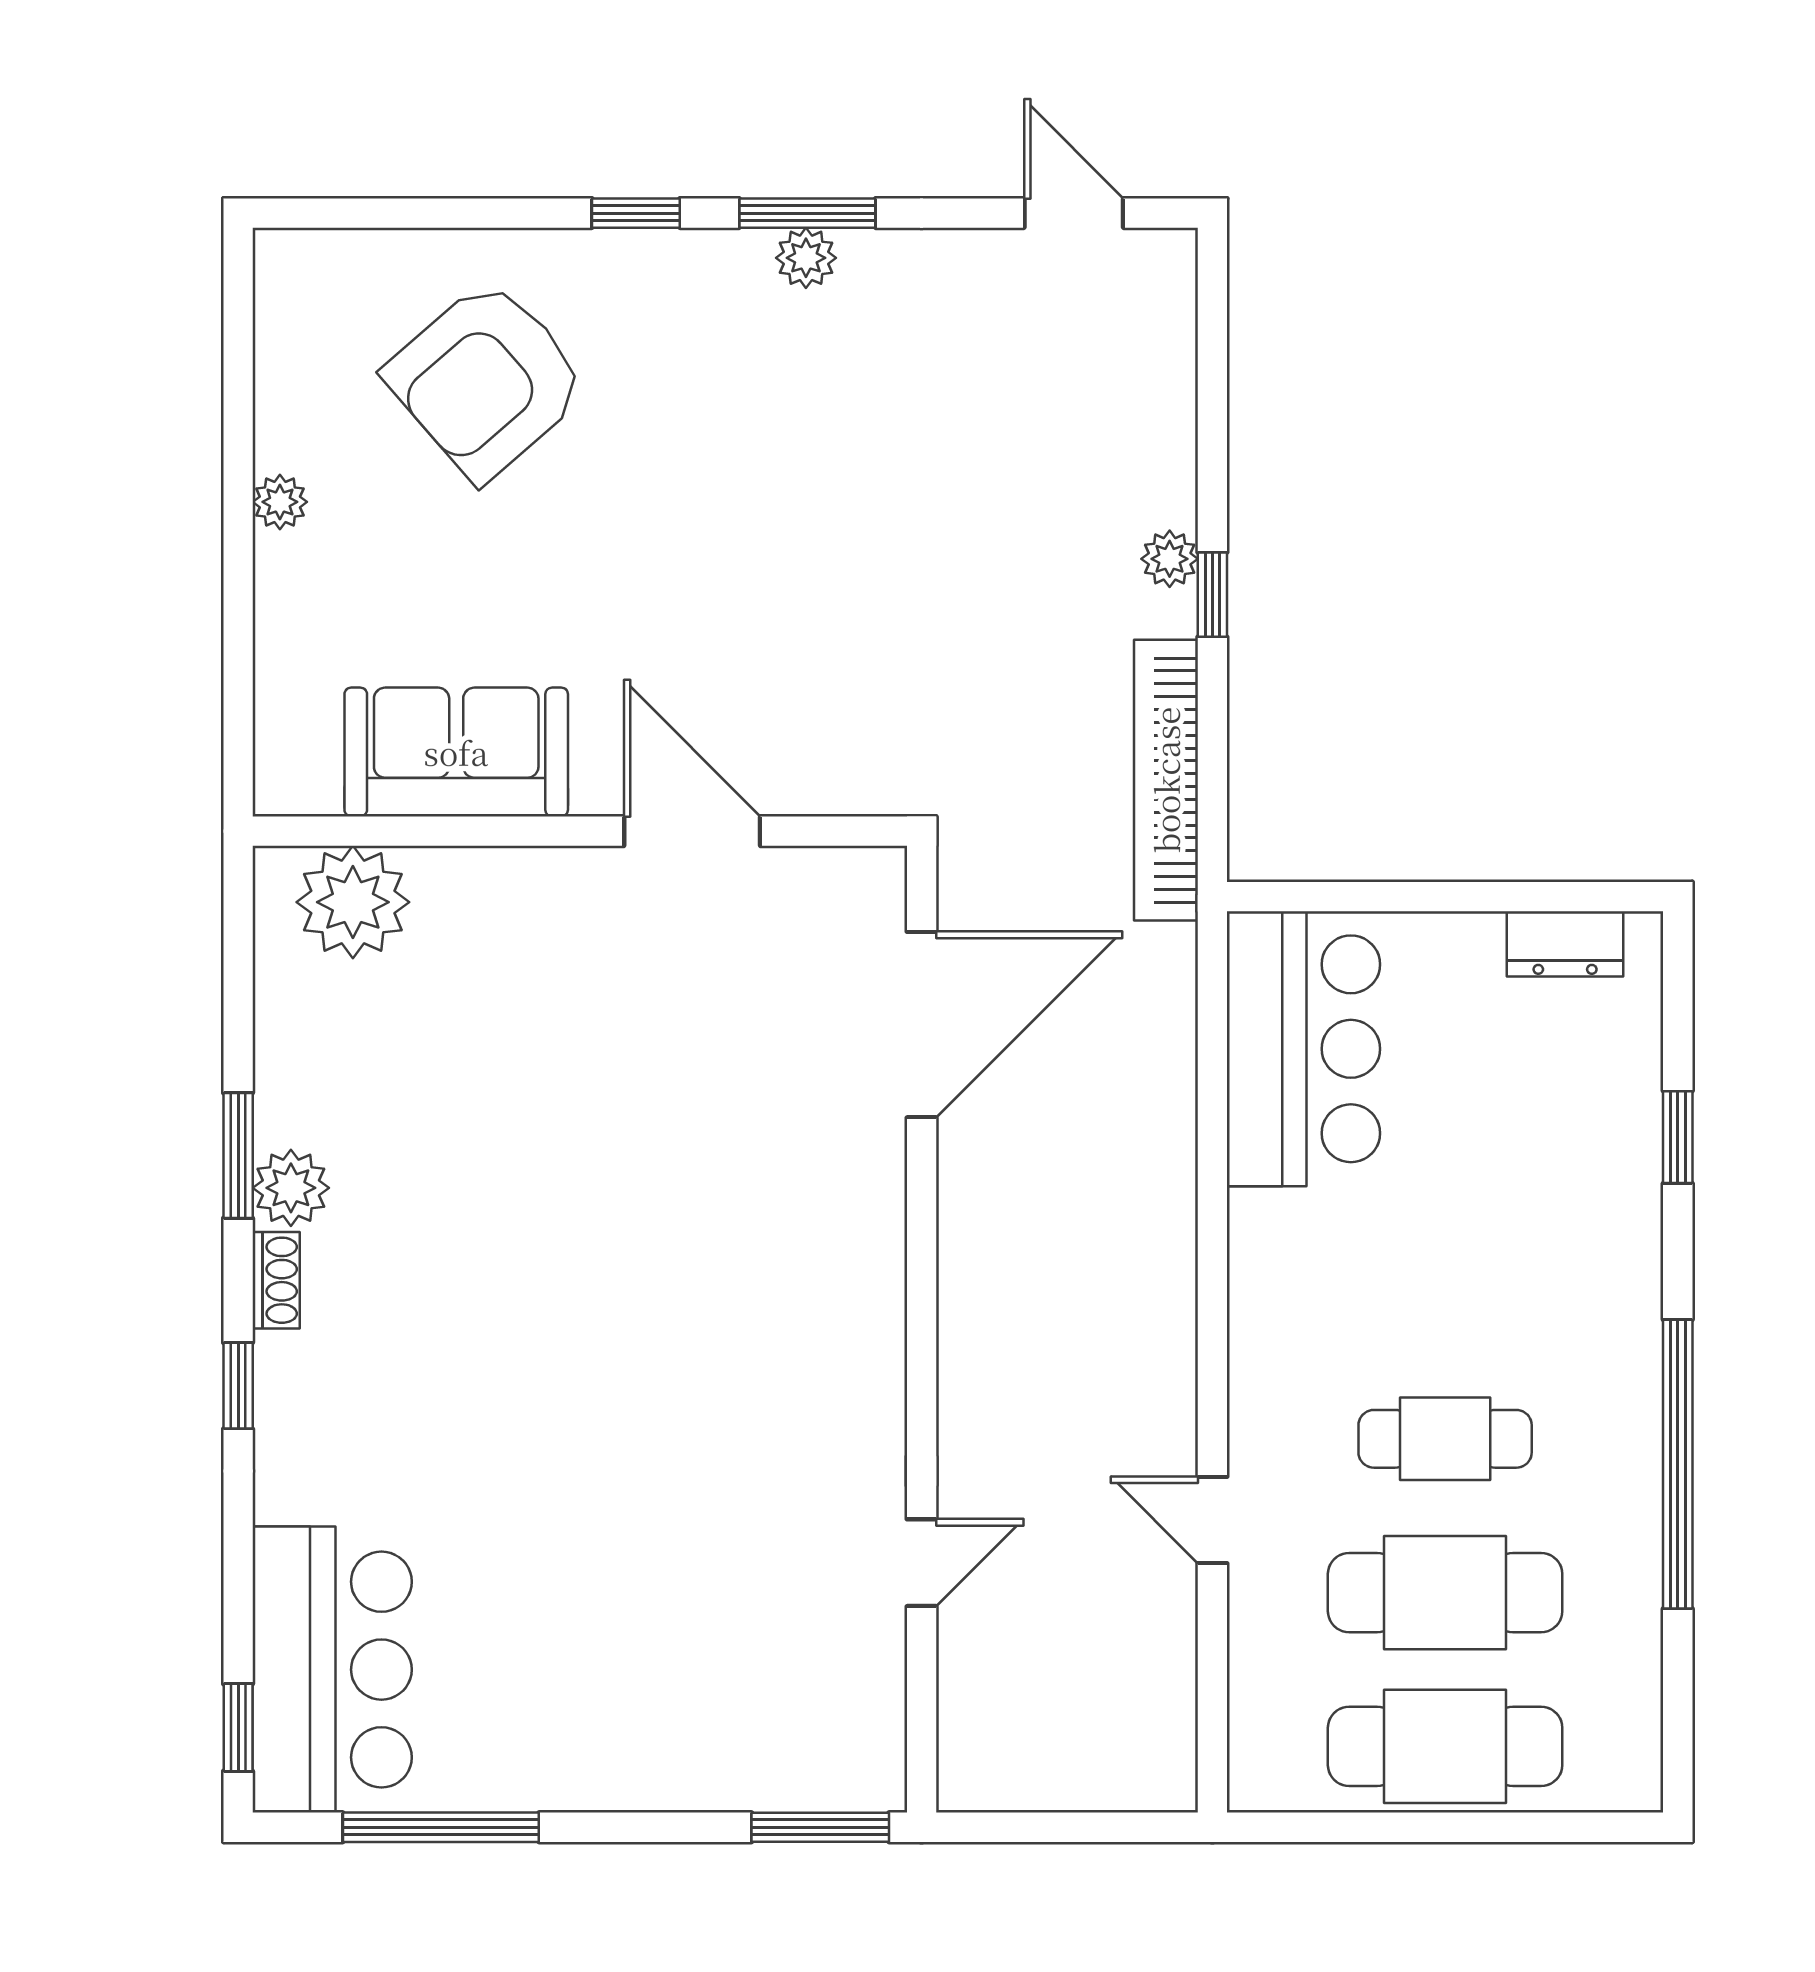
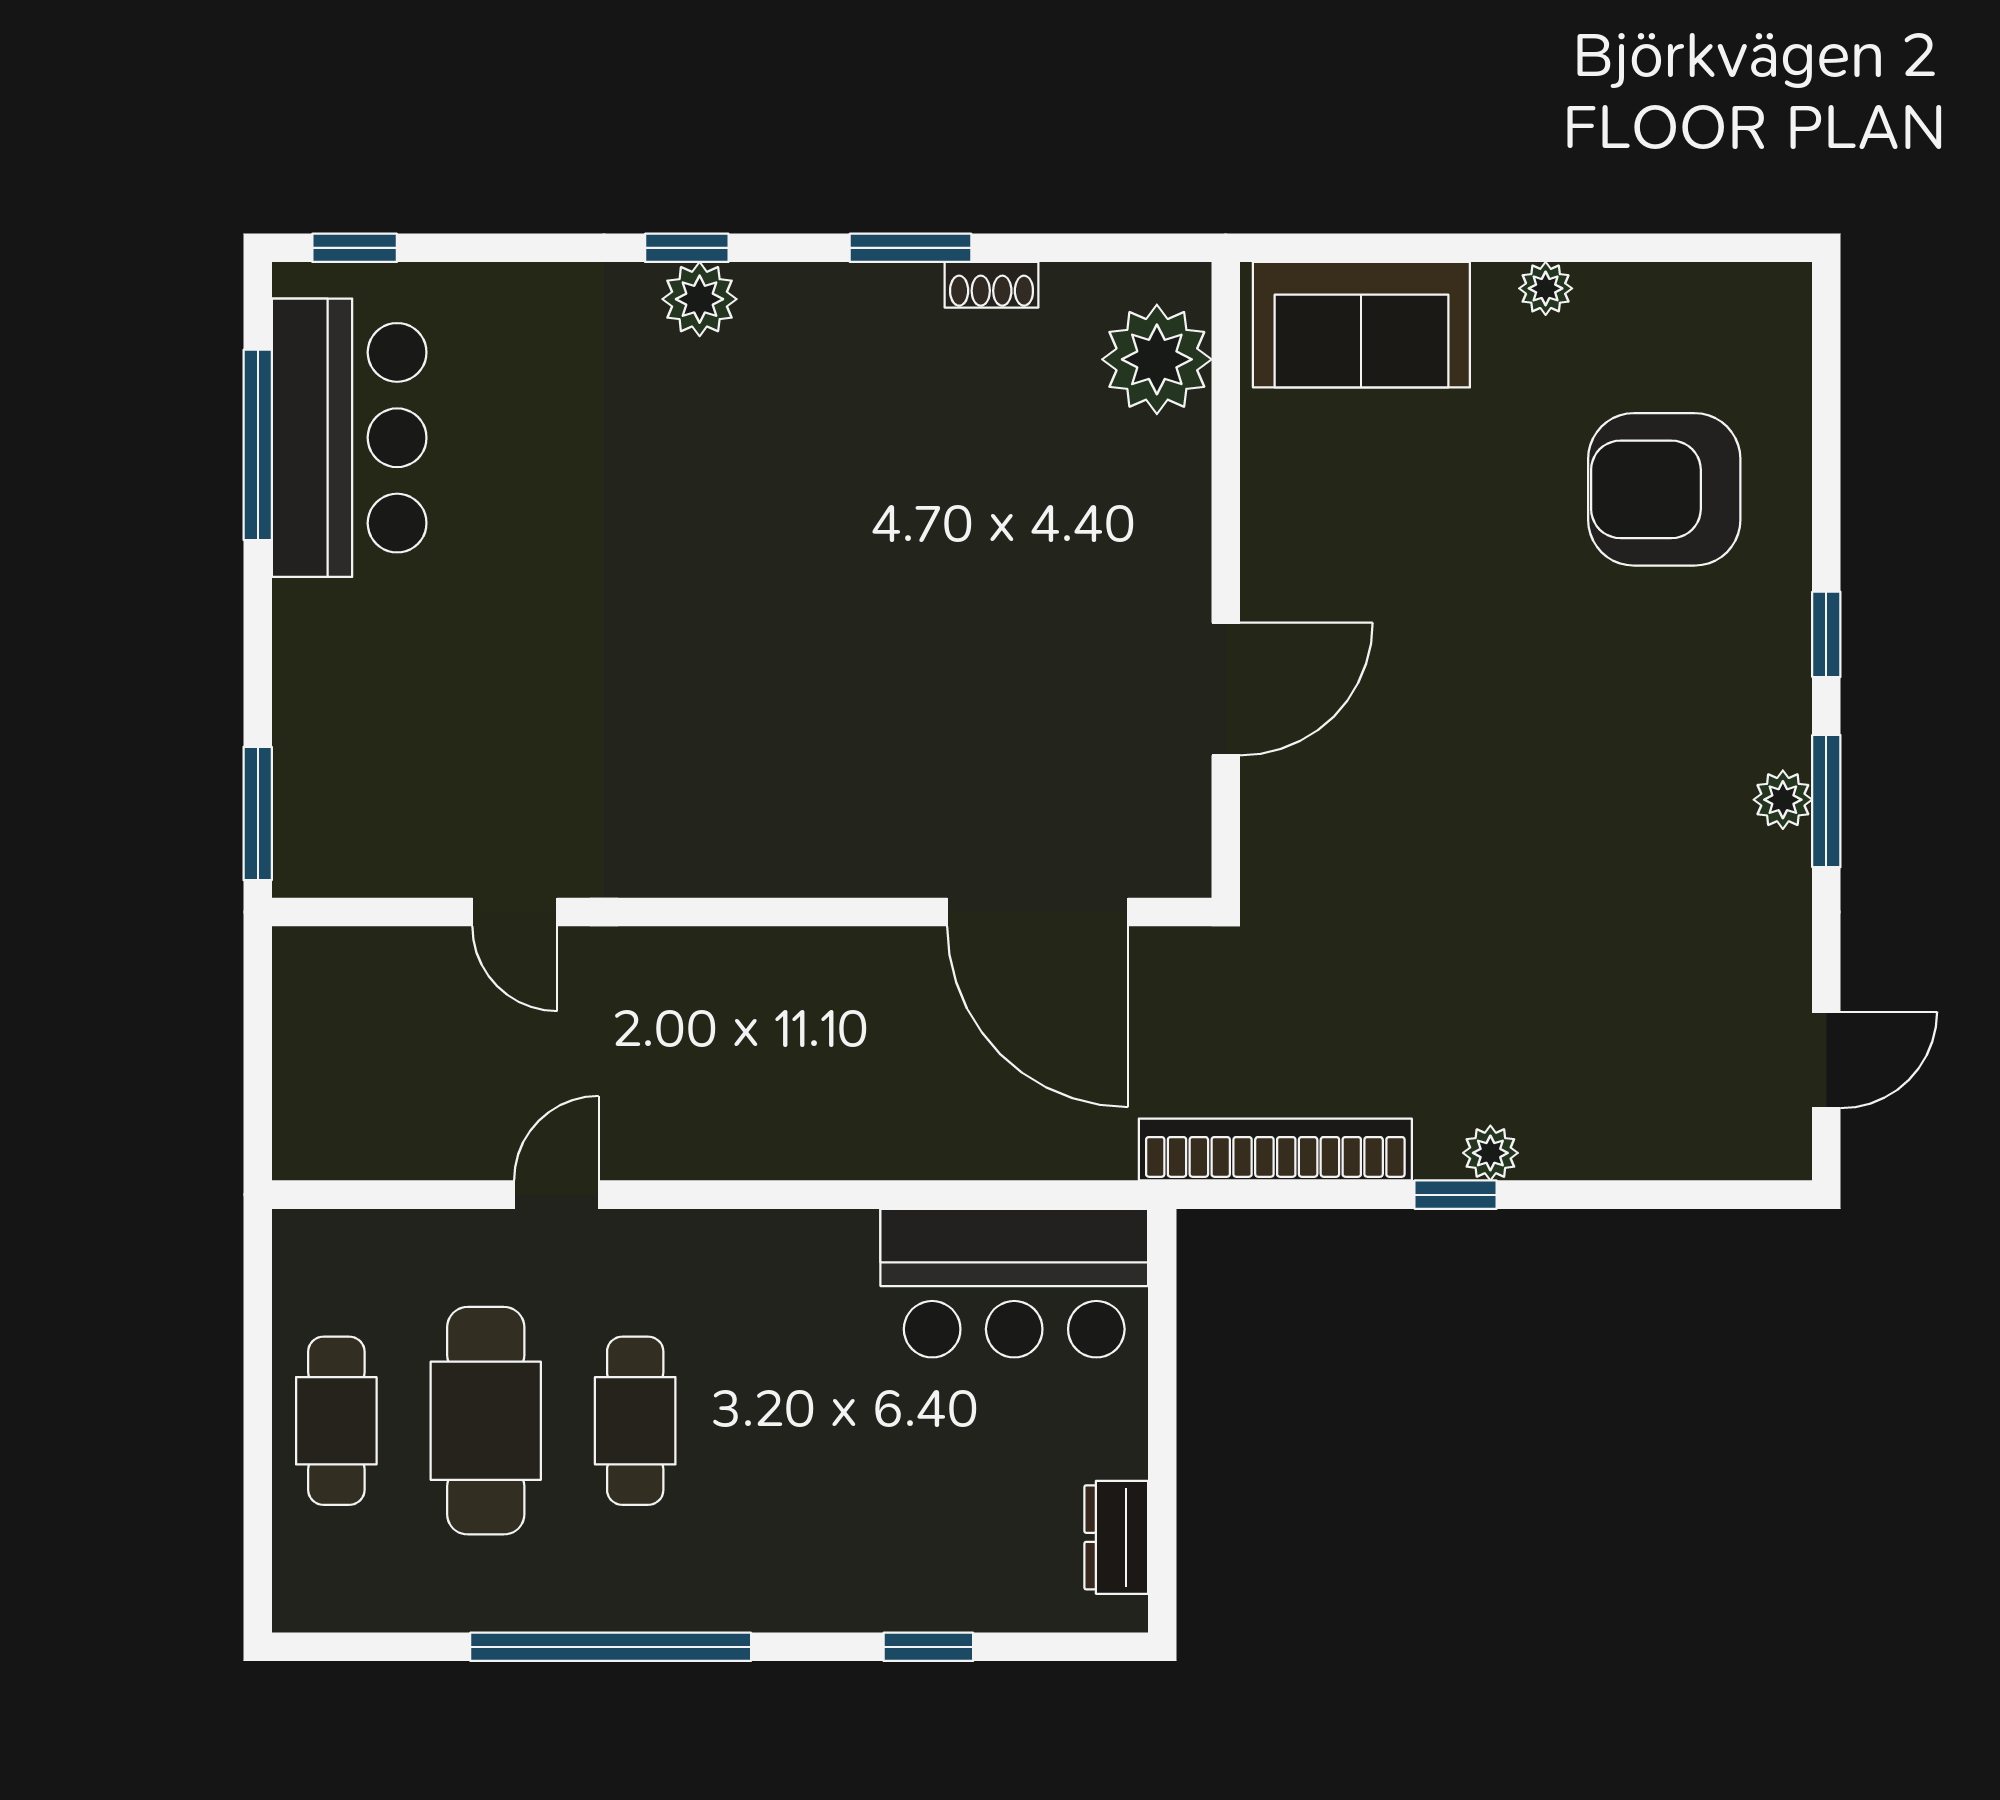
armchair: (487, 380) -> (1664, 489), turned -49
sofa: (456, 752) -> (1361, 325), moved, turned 90
plant: (291, 1188) -> (700, 299), moved
shoe rack: (276, 1280) -> (992, 285), moved
bar counter: (332, 1670) -> (349, 438), moved, turned -90
cafe table: (1445, 1746) -> (336, 1421), width x0.73, depth x0.74

